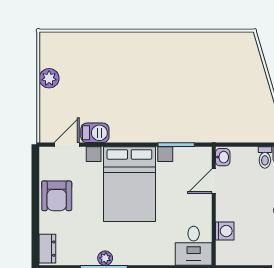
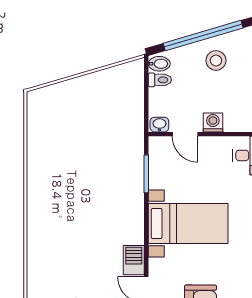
bed with nightstands: (129, 184) -> (188, 223), width x0.73
washing machine: (225, 231) -> (213, 122), moved

